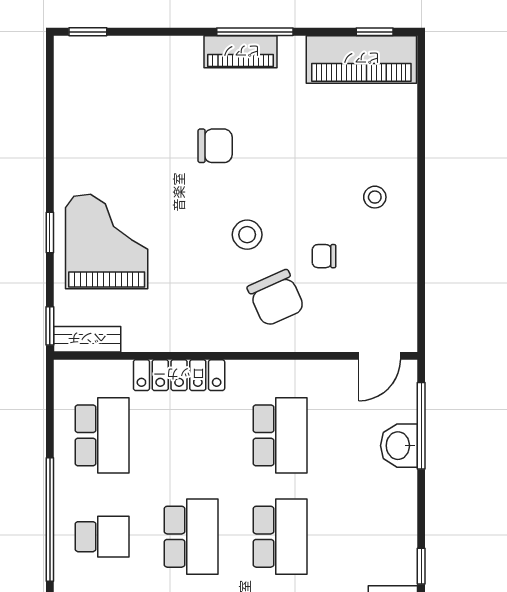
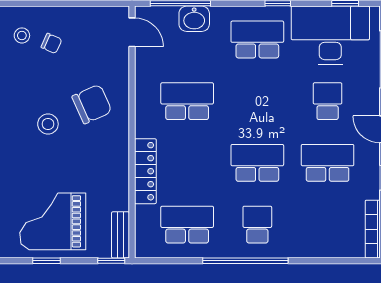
chair: (324, 256) -> (51, 43), moved, turned -66
school desk: (280, 537) -> (257, 39), moved

